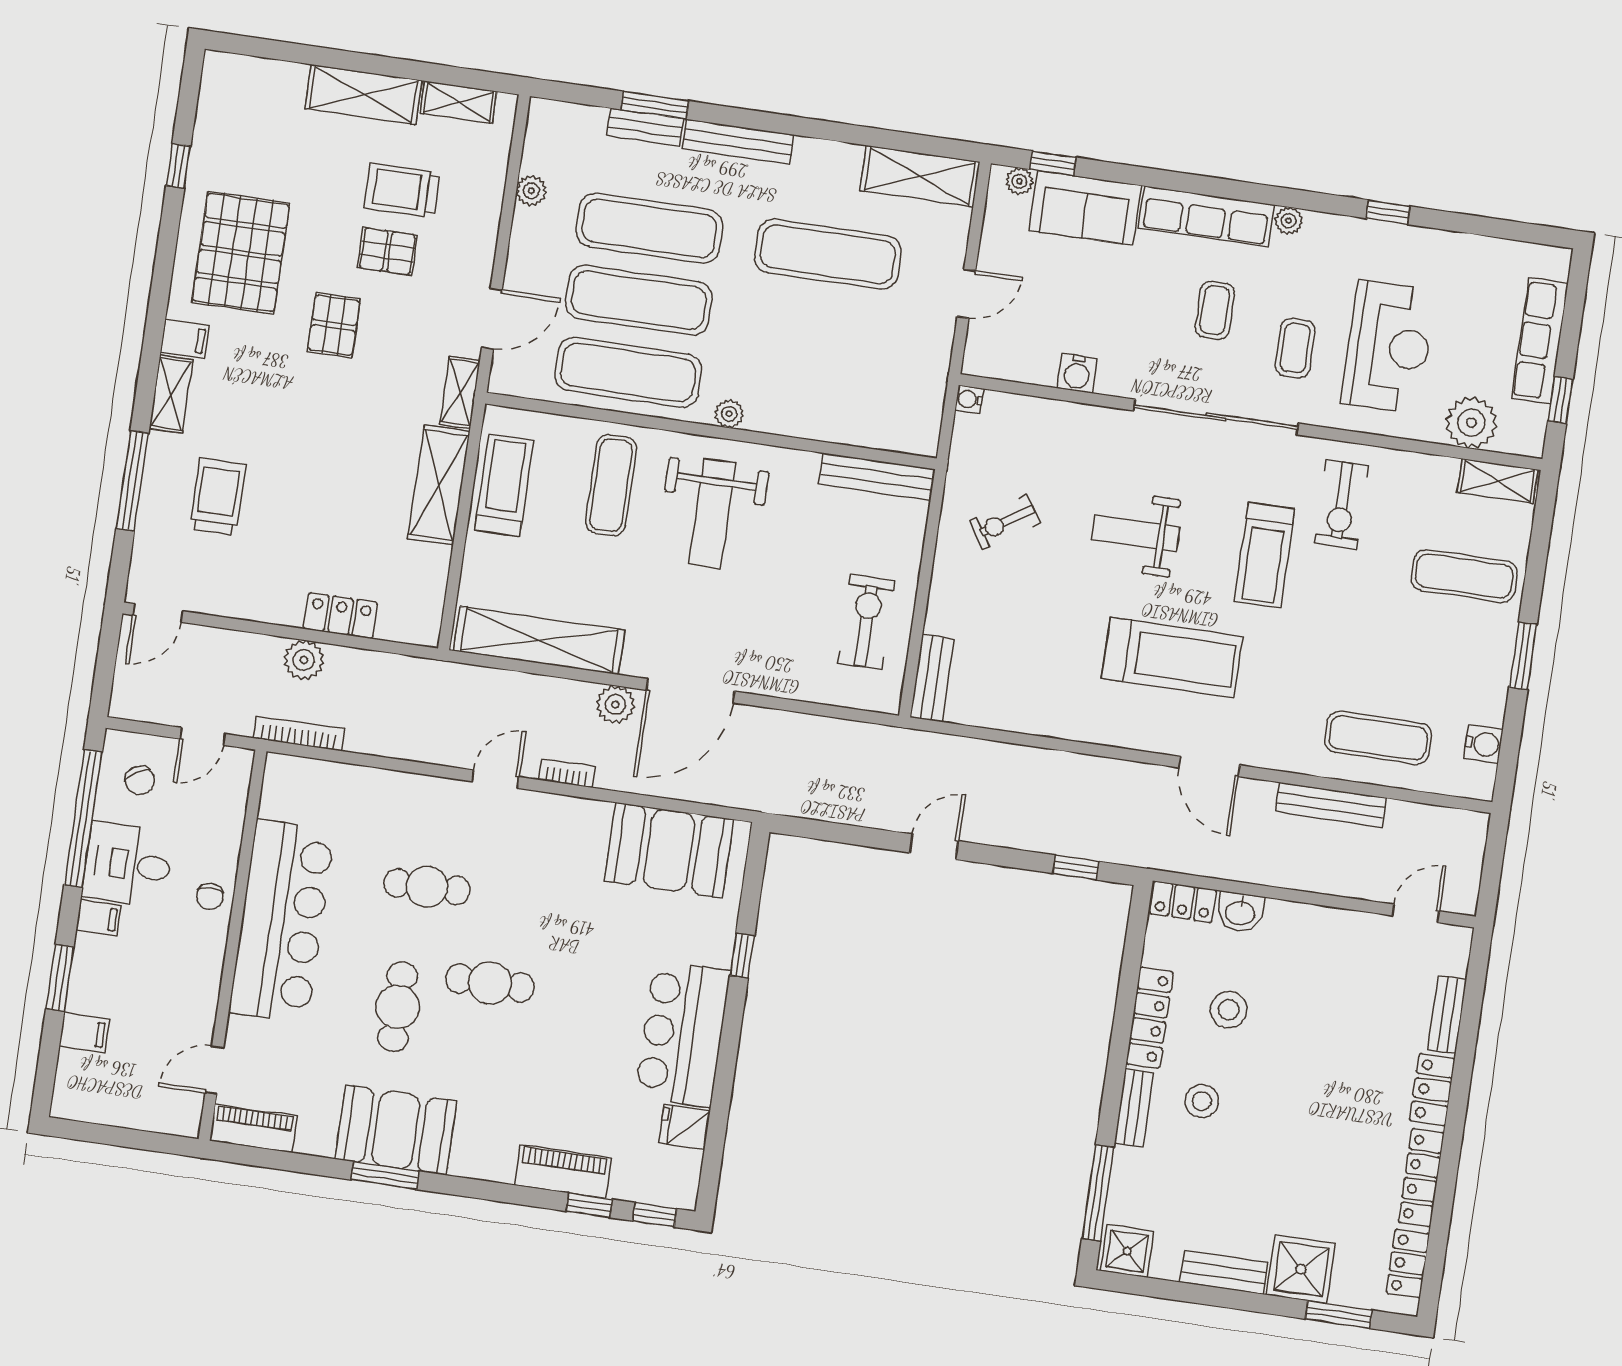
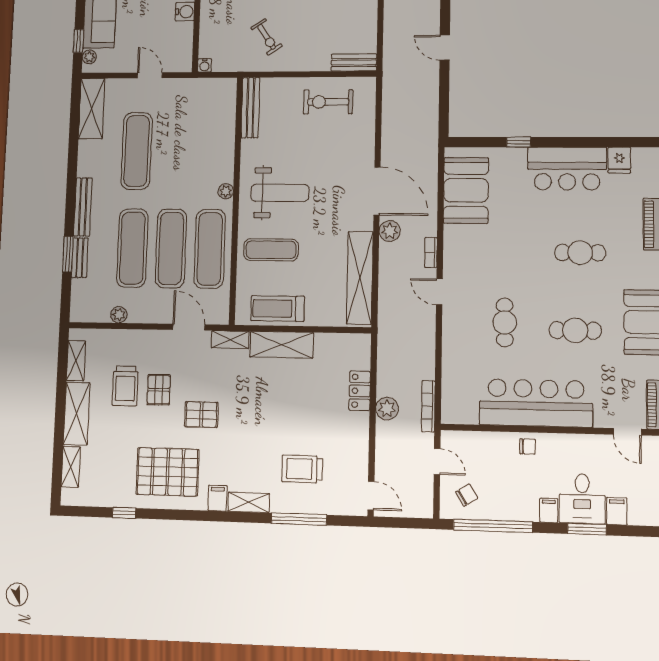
shelving: (270, 75) -> (71, 467), added
desk: (128, 864) -> (582, 499), moved
cafe table: (490, 983) -> (580, 253), moved, turned 90

